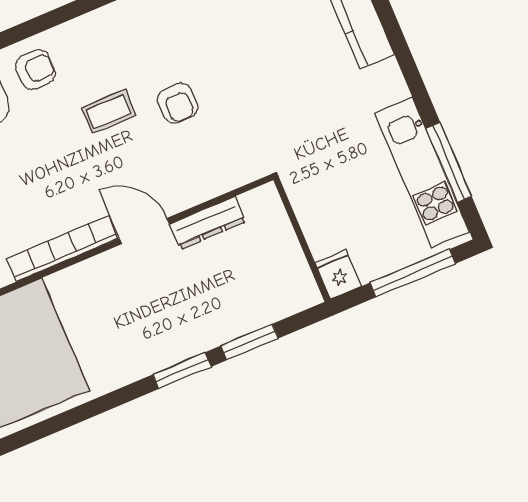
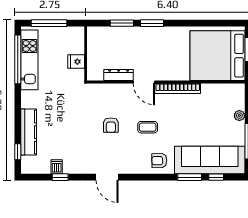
armchair: (178, 103) -> (111, 125), turned 180
coffee table: (109, 112) -> (148, 127), moved
window: (449, 162) -> (18, 59), width x1.46
fridge: (338, 274) -> (76, 62), moved, turned 90

